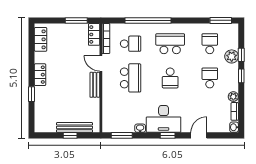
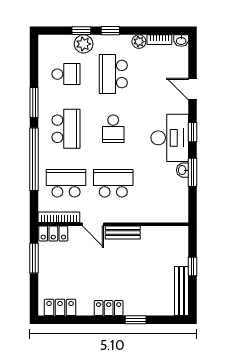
window: (221, 20) -> (34, 102), moved
school desk: (131, 44) -> (66, 183), width x1.85
school desk: (170, 44) -> (66, 129), turned 180
school desk: (210, 44) -> (66, 74), turned 180
door: (101, 63) -> (93, 224), hinge flipped
school desk: (170, 78) -> (113, 129), turned 90
school desk: (210, 78) -> (113, 74), width x1.85
bench: (75, 127) -> (181, 291), moved
window: (122, 135) -> (192, 172), moved

